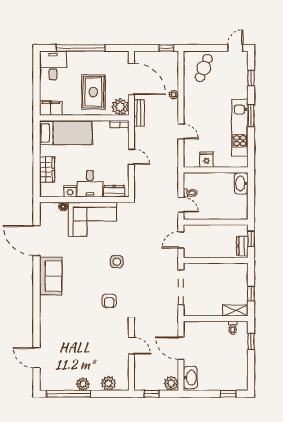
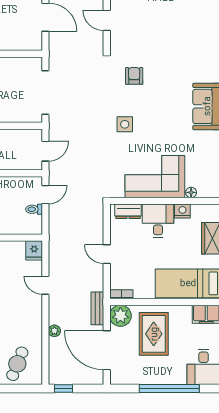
fridge: (206, 160) -> (34, 250), moved
door: (181, 205) -> (45, 195), swing flipped

